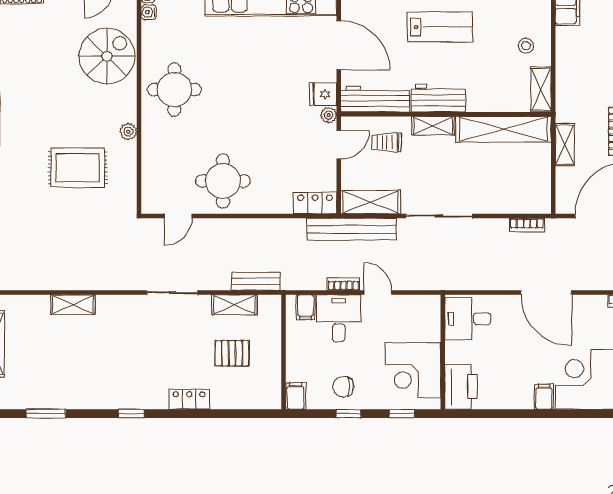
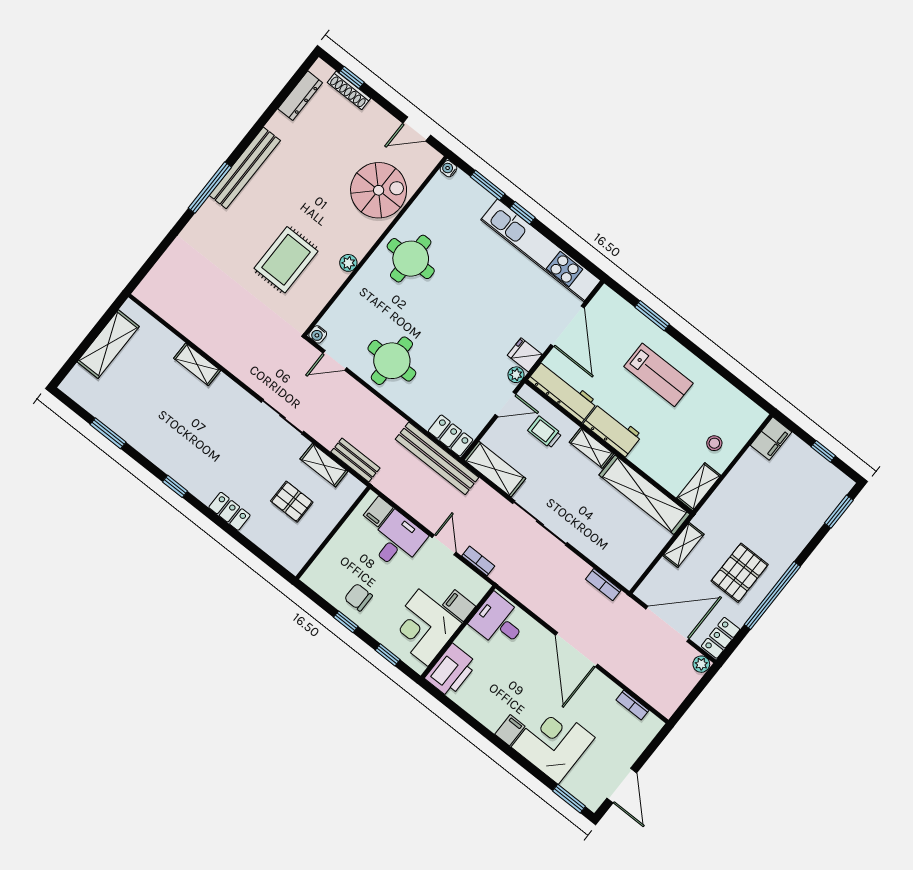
water cooler: (149, 12) -> (318, 334), moved, turned -90
rug: (78, 168) -> (286, 260), turned 90
bench: (352, 229) -> (437, 458), moved
bookcase: (344, 284) -> (478, 561), moved
filing cabinet: (296, 396) -> (459, 606), moved, turned -90

